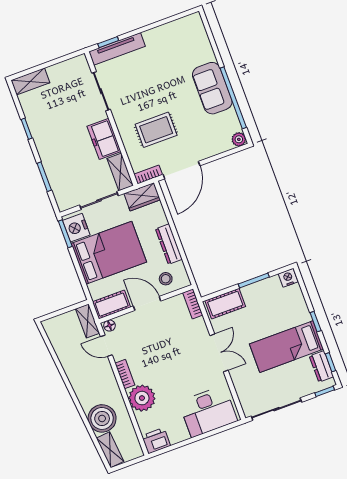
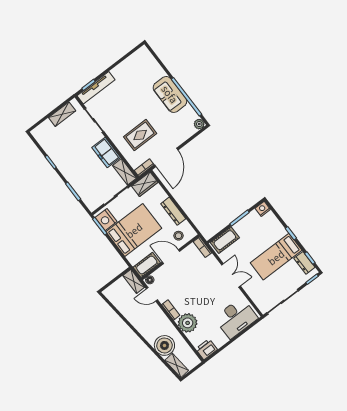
shelving: (30, 81) -> (62, 114), moved

